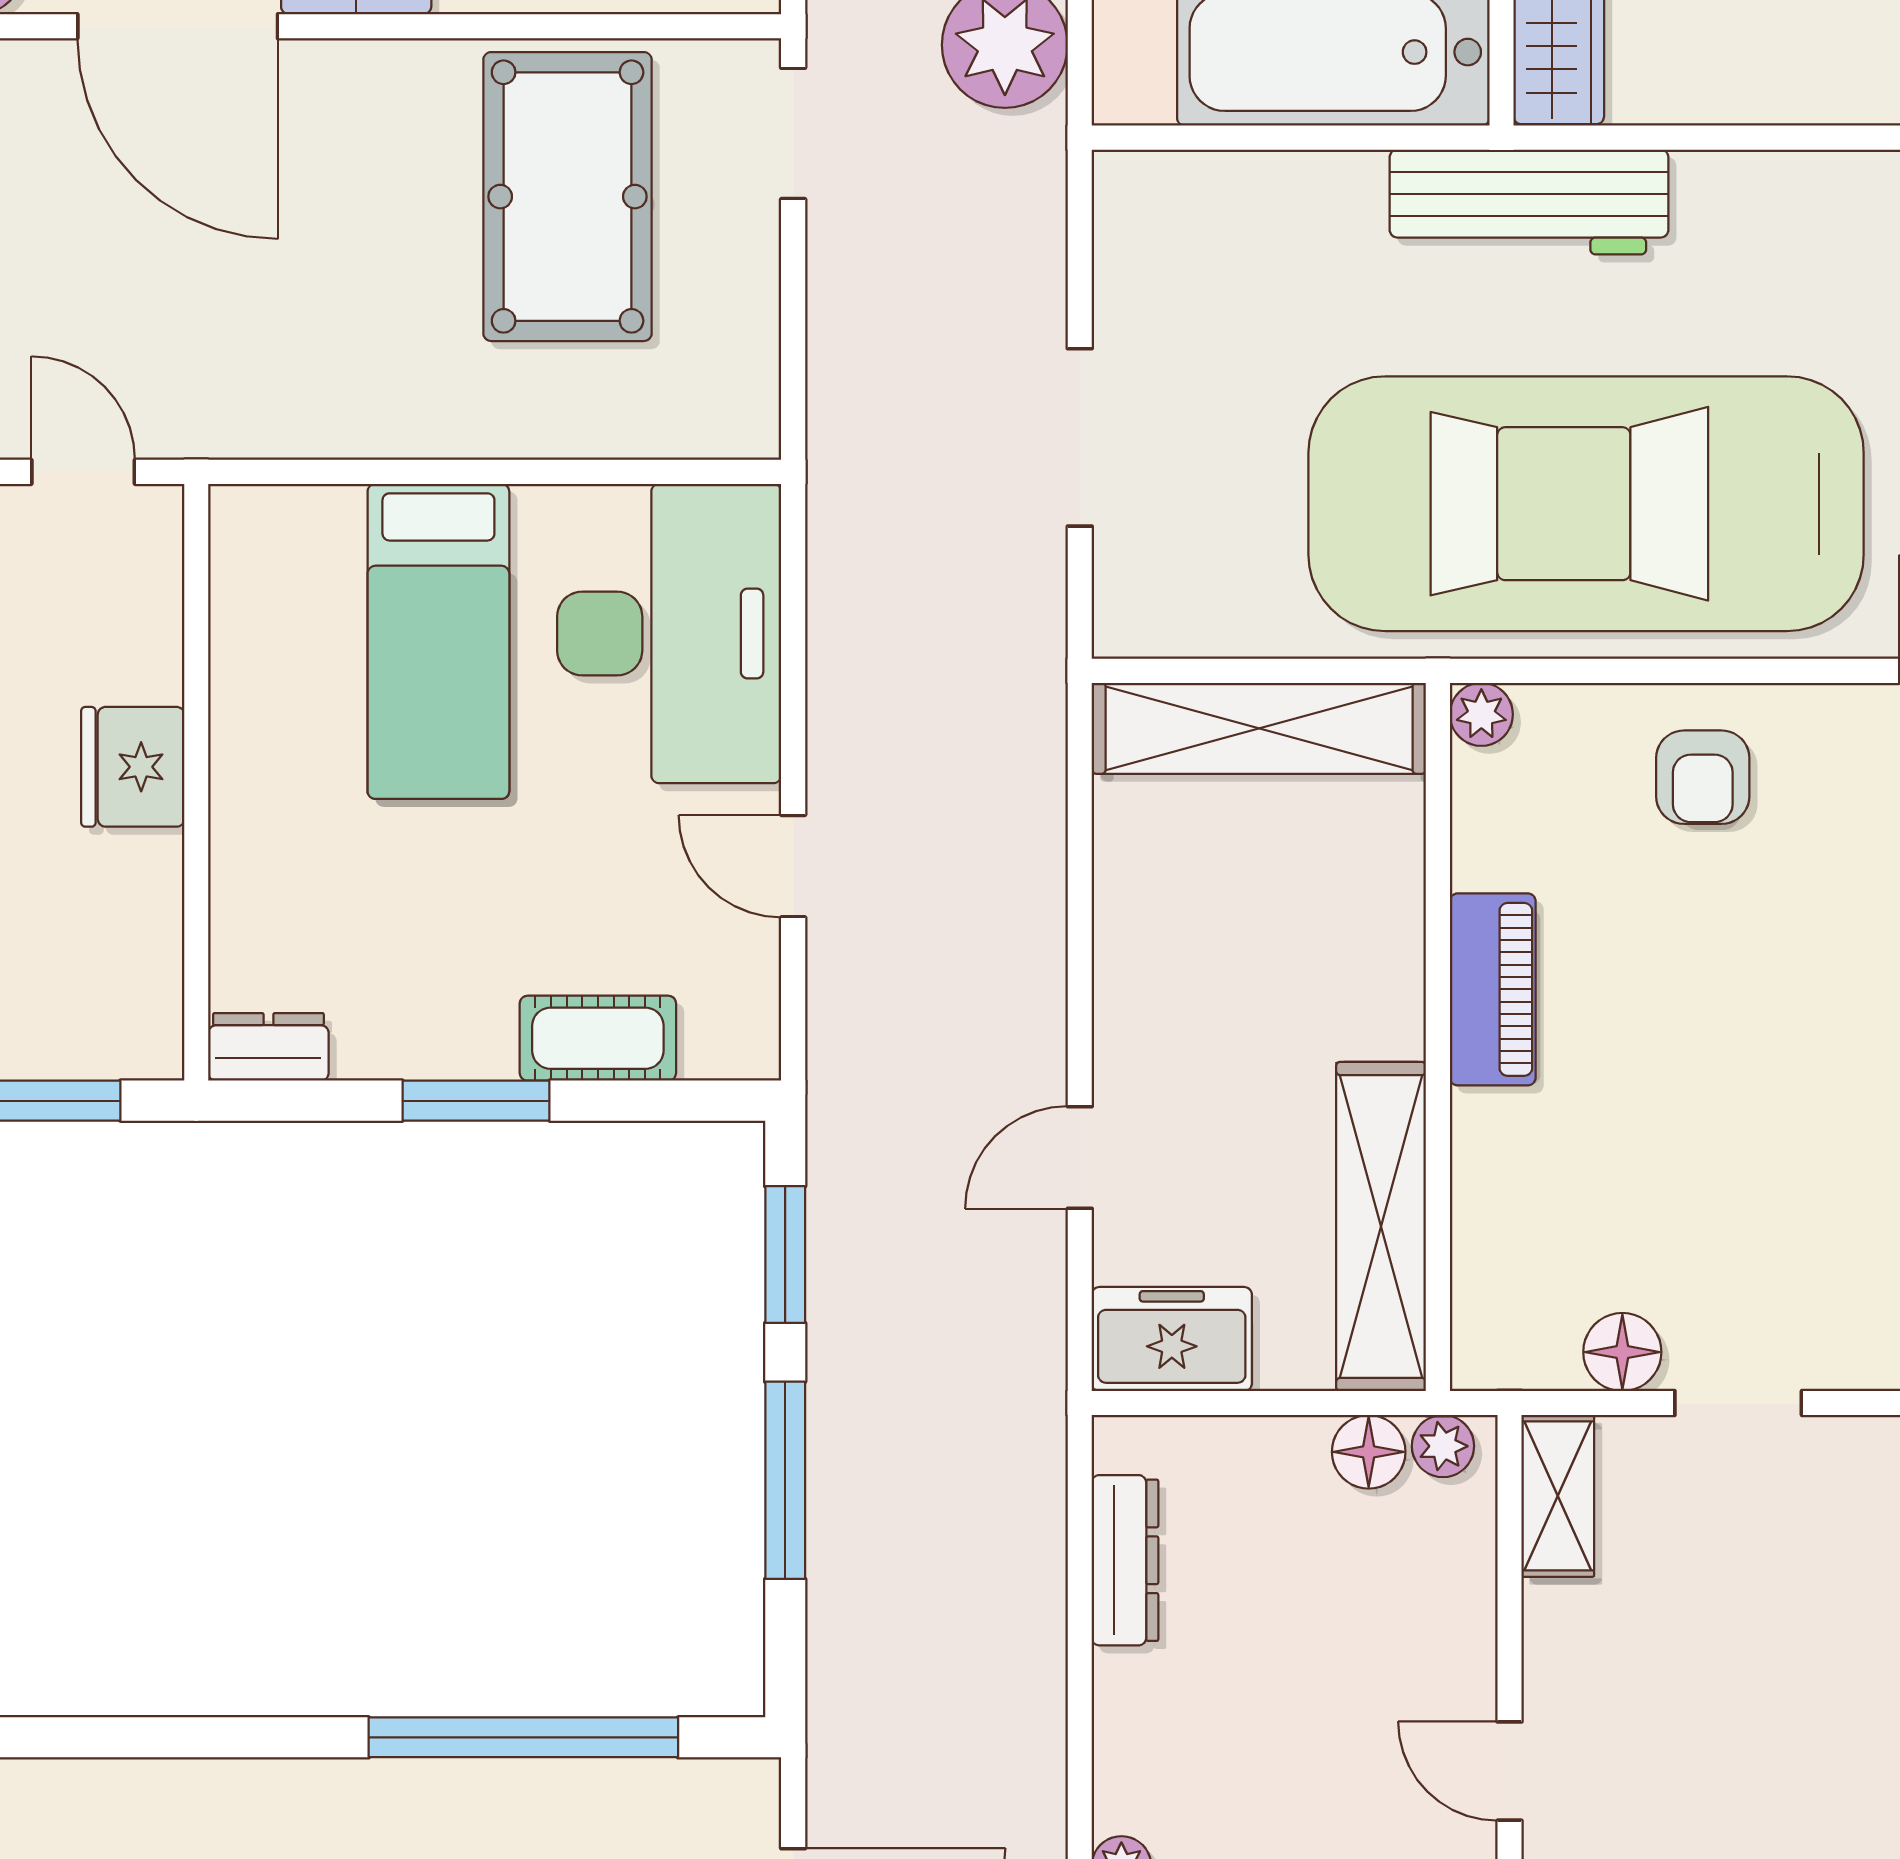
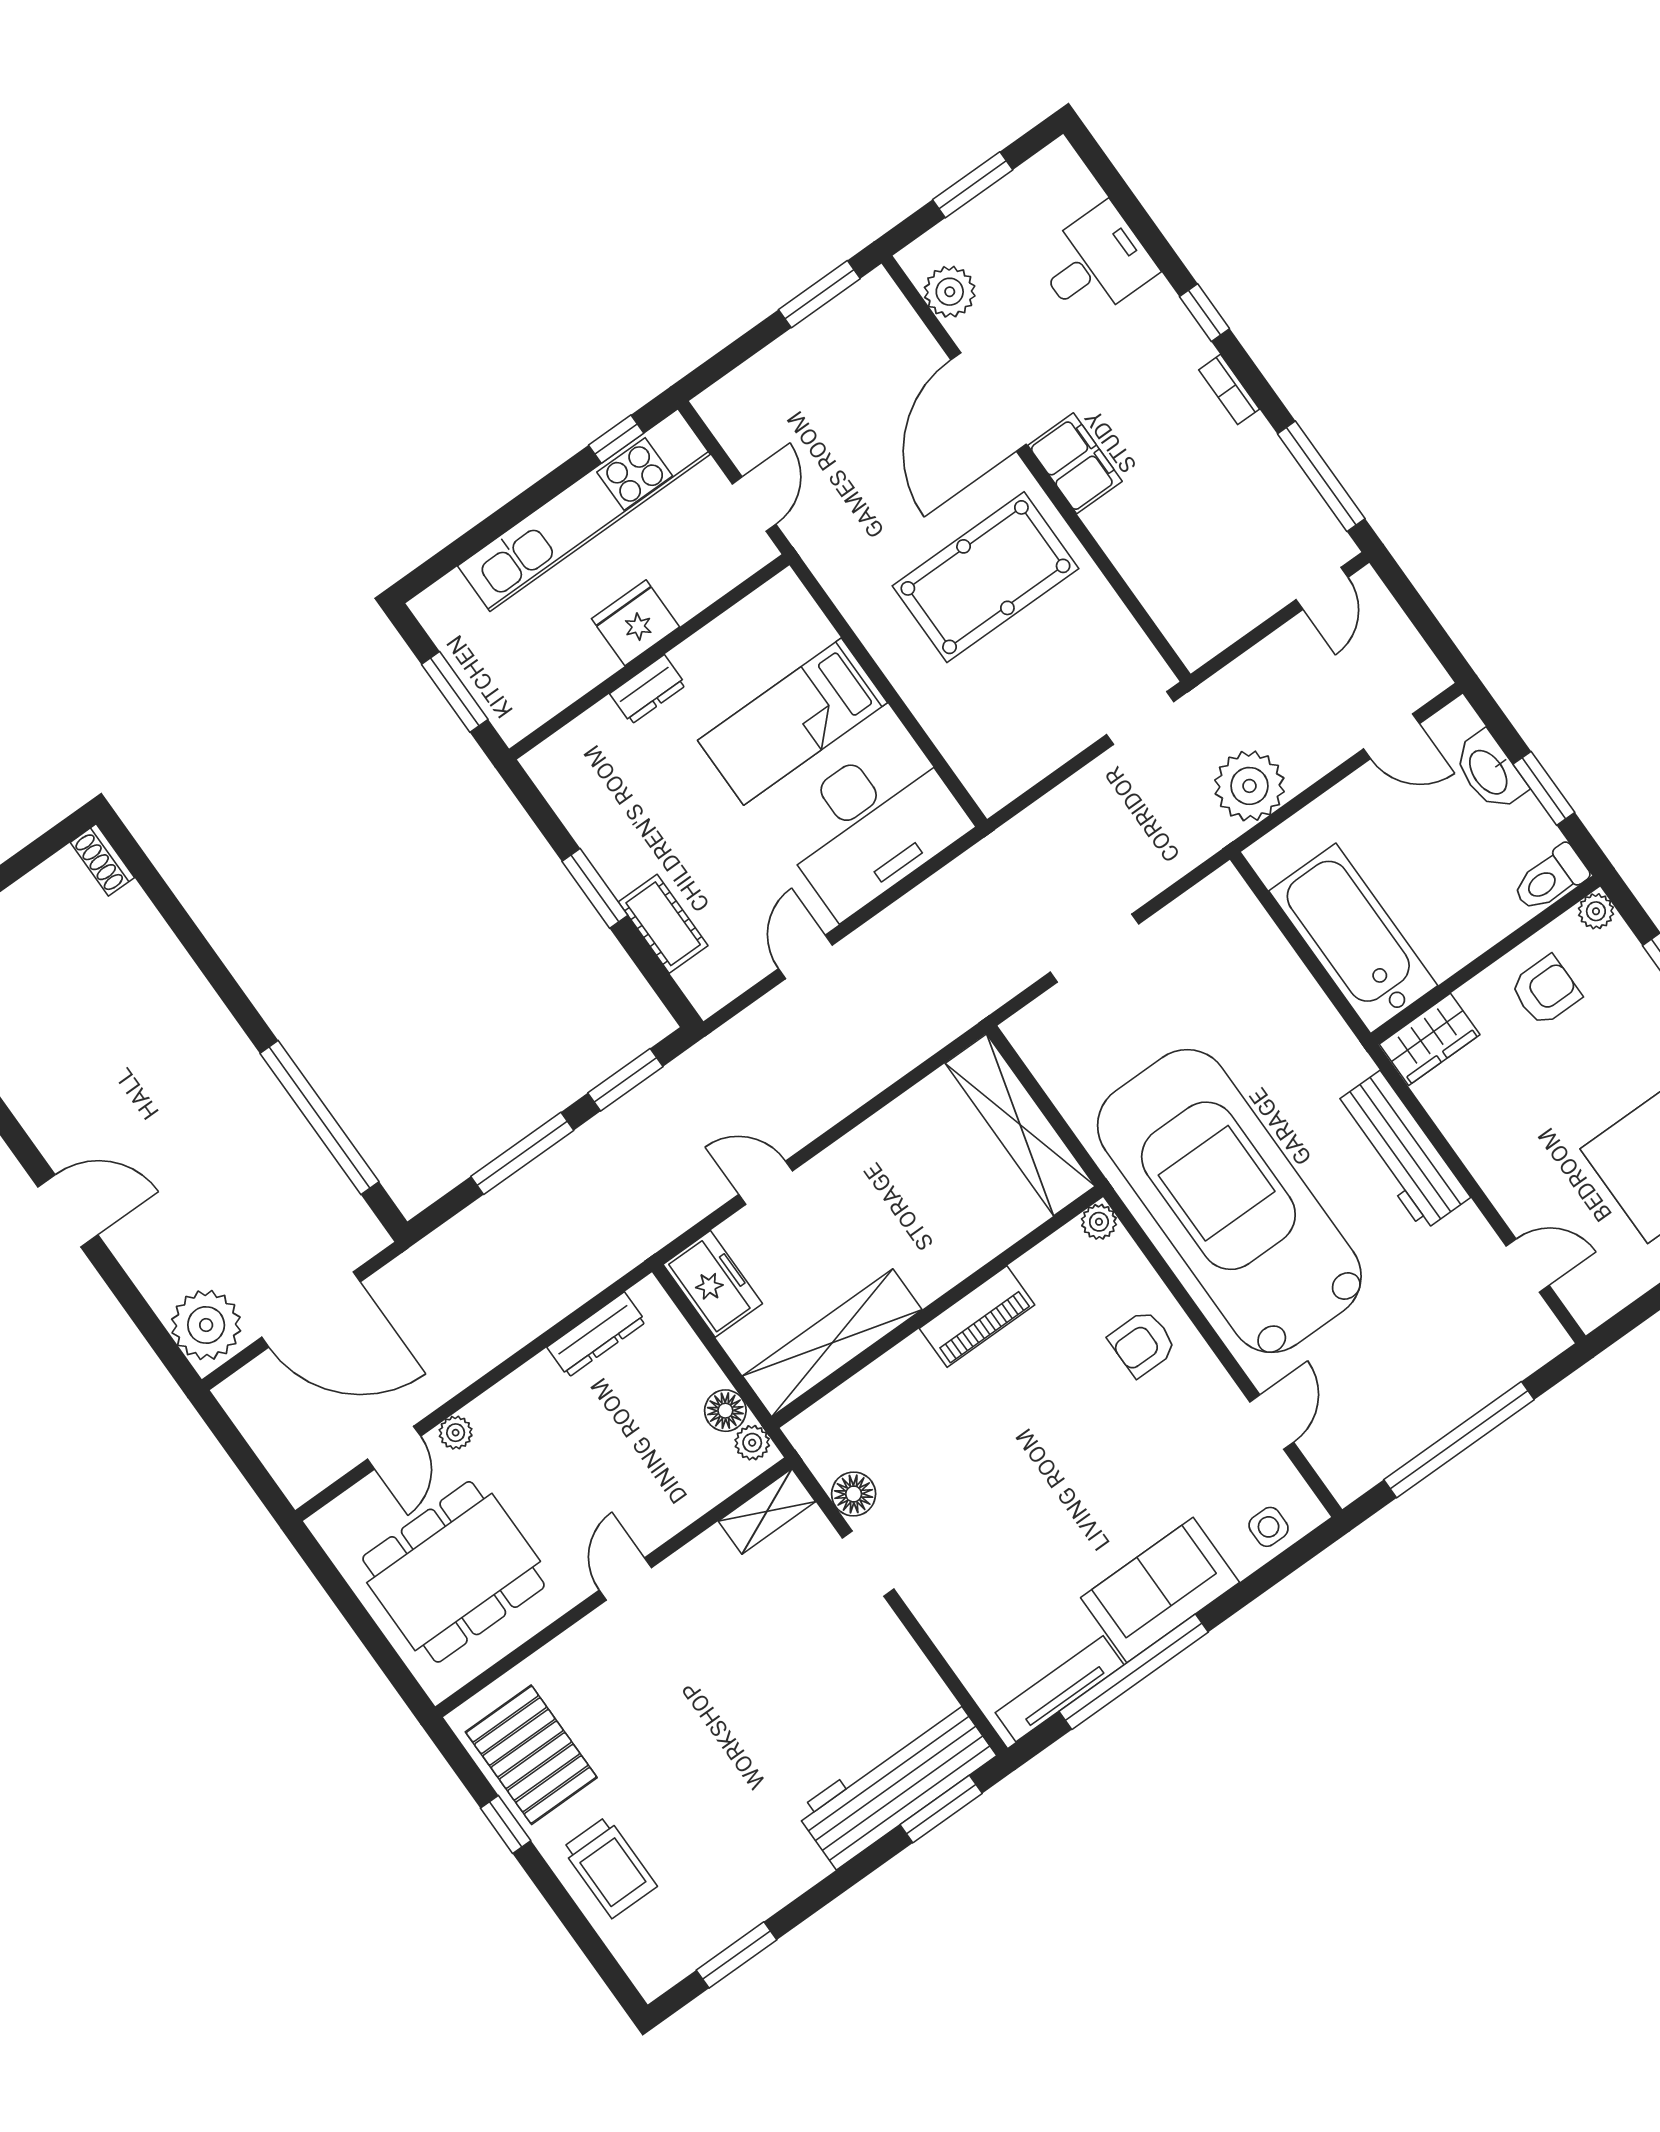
pool table: (568, 197) -> (985, 577), moved
workbench: (1529, 202) -> (1402, 1151), moved
dresser: (268, 1047) -> (648, 689), moved, turned 90

